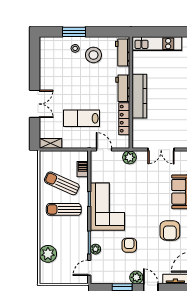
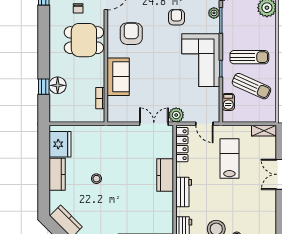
kitchen counter: (139, 96) -> (165, 175), width x0.67
lab bench: (82, 118) -> (229, 159), turned -90
locker: (124, 119) -> (182, 145), moved
double door: (161, 150) -> (154, 124), moved
armchair: (129, 245) -> (176, 17), turned 180

